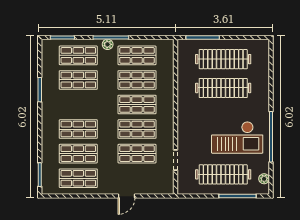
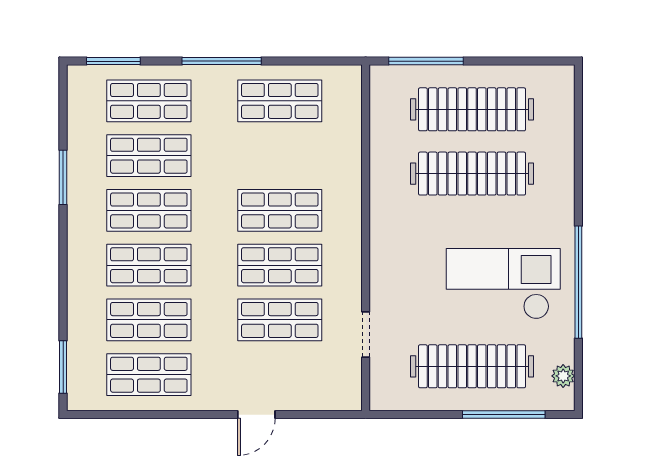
plant: (108, 44) -> (214, 76), removed
shop shelf: (137, 80) -> (149, 210), moved
checkout: (237, 137) -> (503, 284), turned 180

